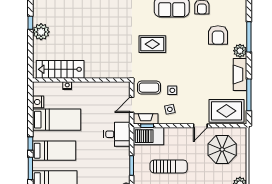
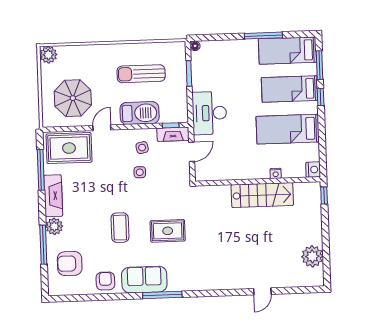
window: (30, 23) -> (324, 195), moved
plant: (41, 32) -> (312, 256), moved
armchair: (218, 35) -> (70, 264), moved, turned -90
stairs: (60, 69) -> (262, 195), moved
coffee table: (149, 88) -> (120, 228), moved, turned 90
nightstand: (38, 102) -> (313, 170), moved
desk: (117, 134) -> (209, 113), width x1.37
barbecue: (149, 136) -> (140, 113), moved

